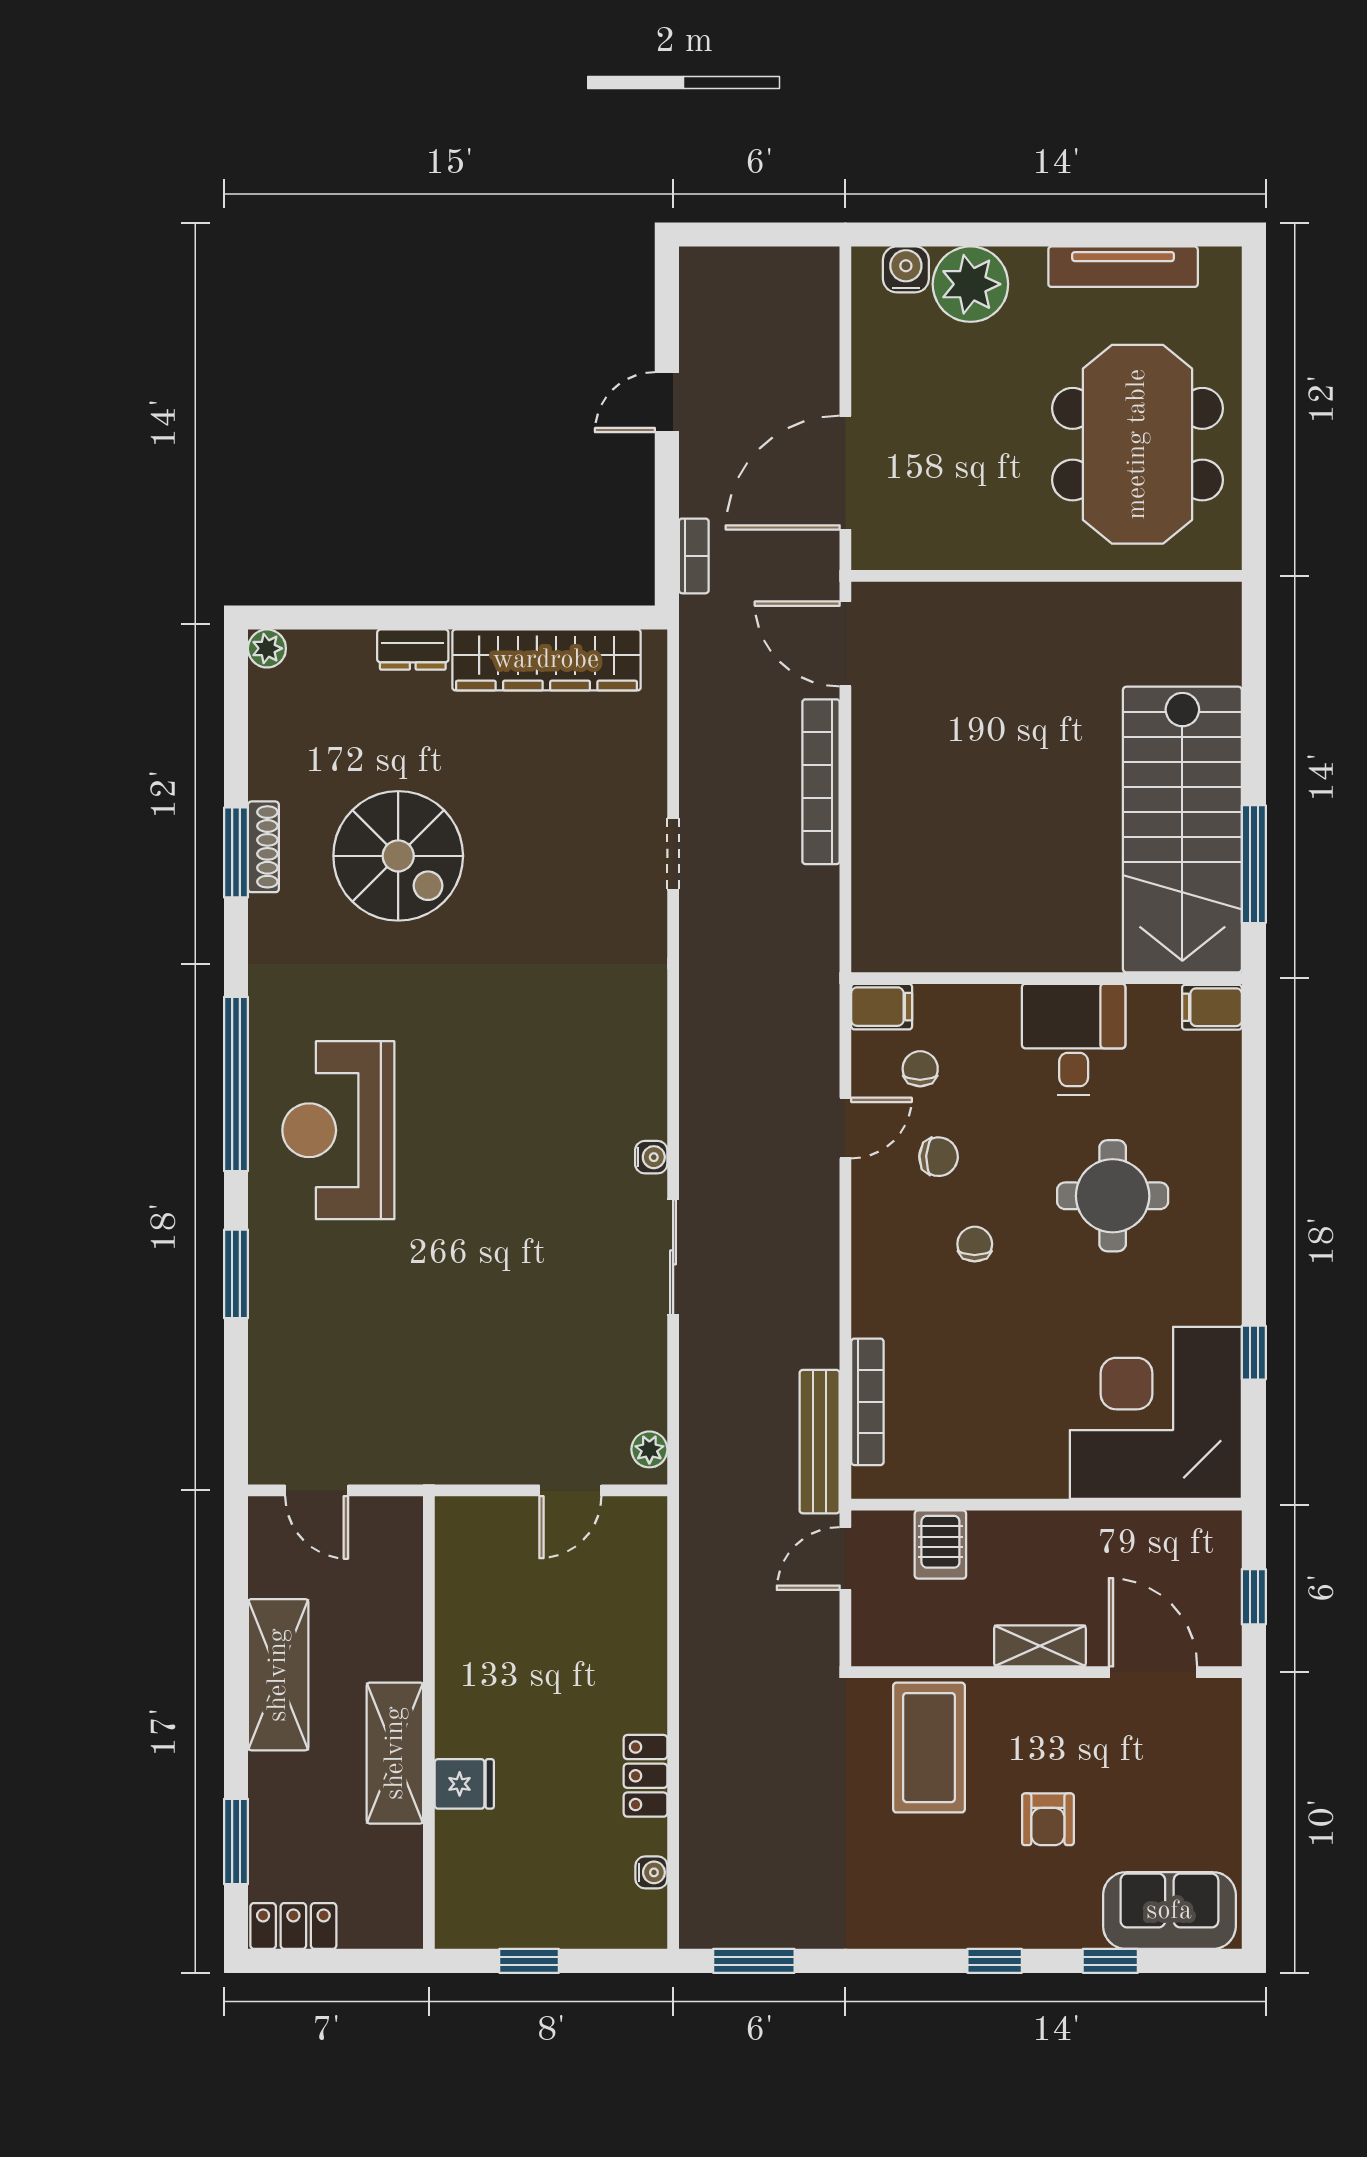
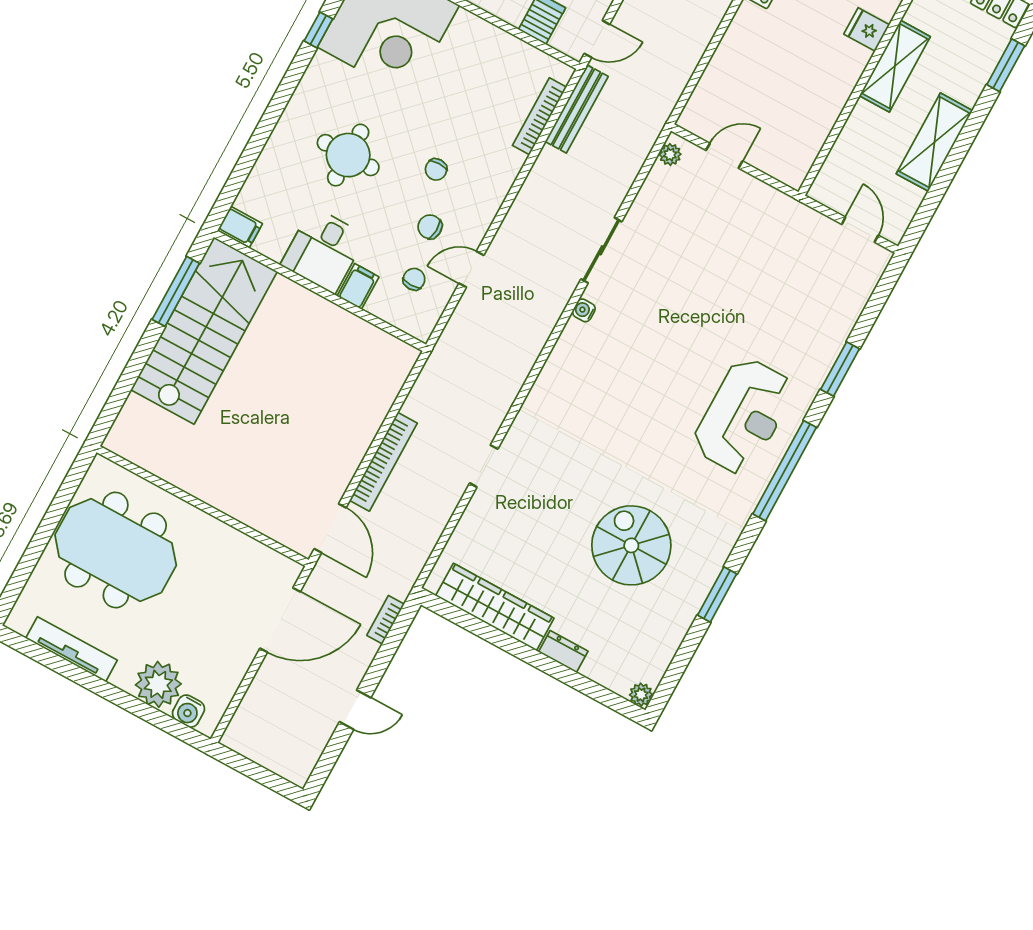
meeting table: (1137, 444) -> (116, 550), turned 90
shoe rack: (263, 847) -> (701, 590), removed
filing cabinet: (882, 1007) -> (358, 286), moved, turned 90
chair: (920, 1069) -> (414, 279), turned 180

